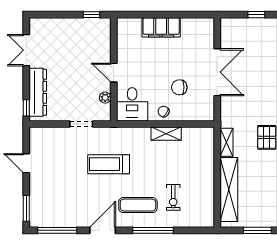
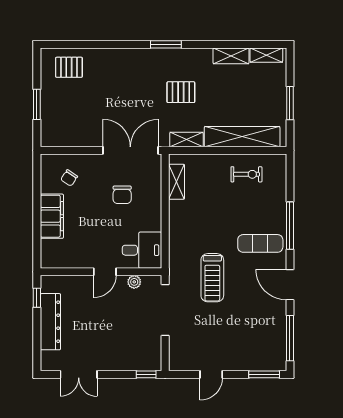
window: (256, 15) -> (37, 104), width x1.50
double door: (217, 72) -> (130, 150), moved
dresser: (38, 92) -> (50, 322), moved, turned 90
chair: (164, 111) -> (69, 178), moved
doorway: (81, 124) -> (165, 310), width x1.88
shelving: (166, 134) -> (176, 182), moved
exercise bike: (173, 197) -> (246, 174), moved
exercise mat: (138, 205) -> (260, 243), turned 90

